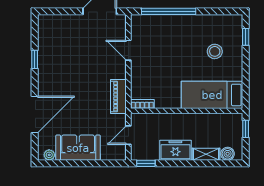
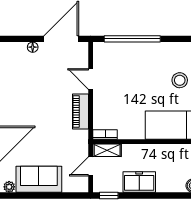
floor lamp: (72, 19) -> (33, 47), added
piano: (118, 96) -> (80, 112), moved
shelving: (206, 154) -> (107, 150), moved

